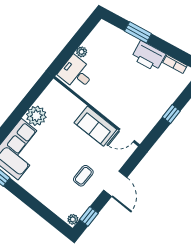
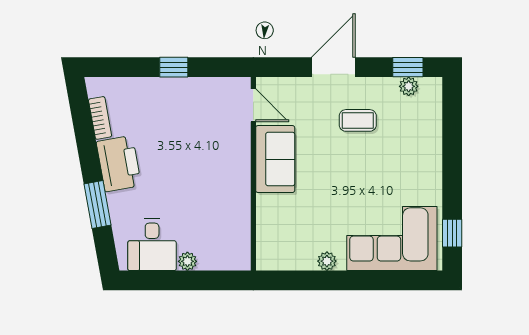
desk: (76, 73) -> (152, 245), moved
plant: (36, 116) -> (327, 261), width x0.53, depth x0.53
plant: (73, 219) -> (409, 86), moved

